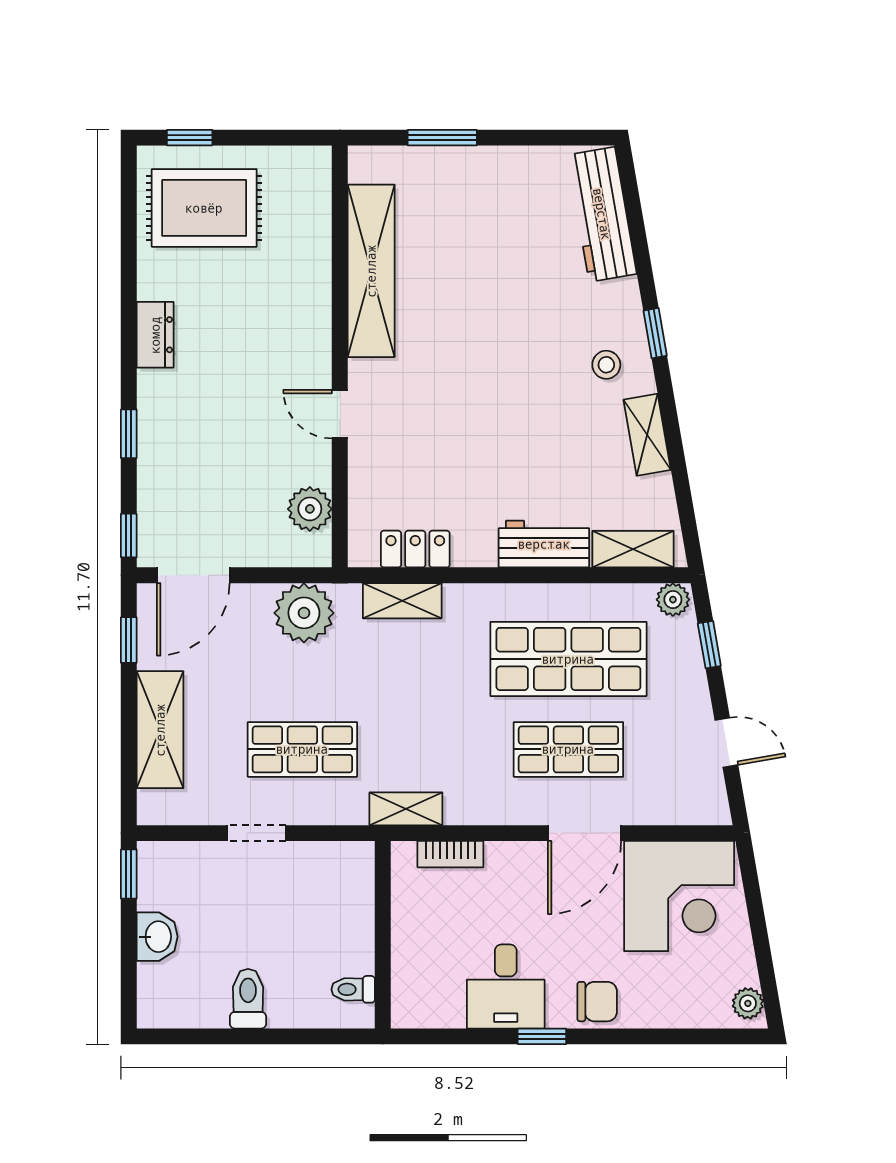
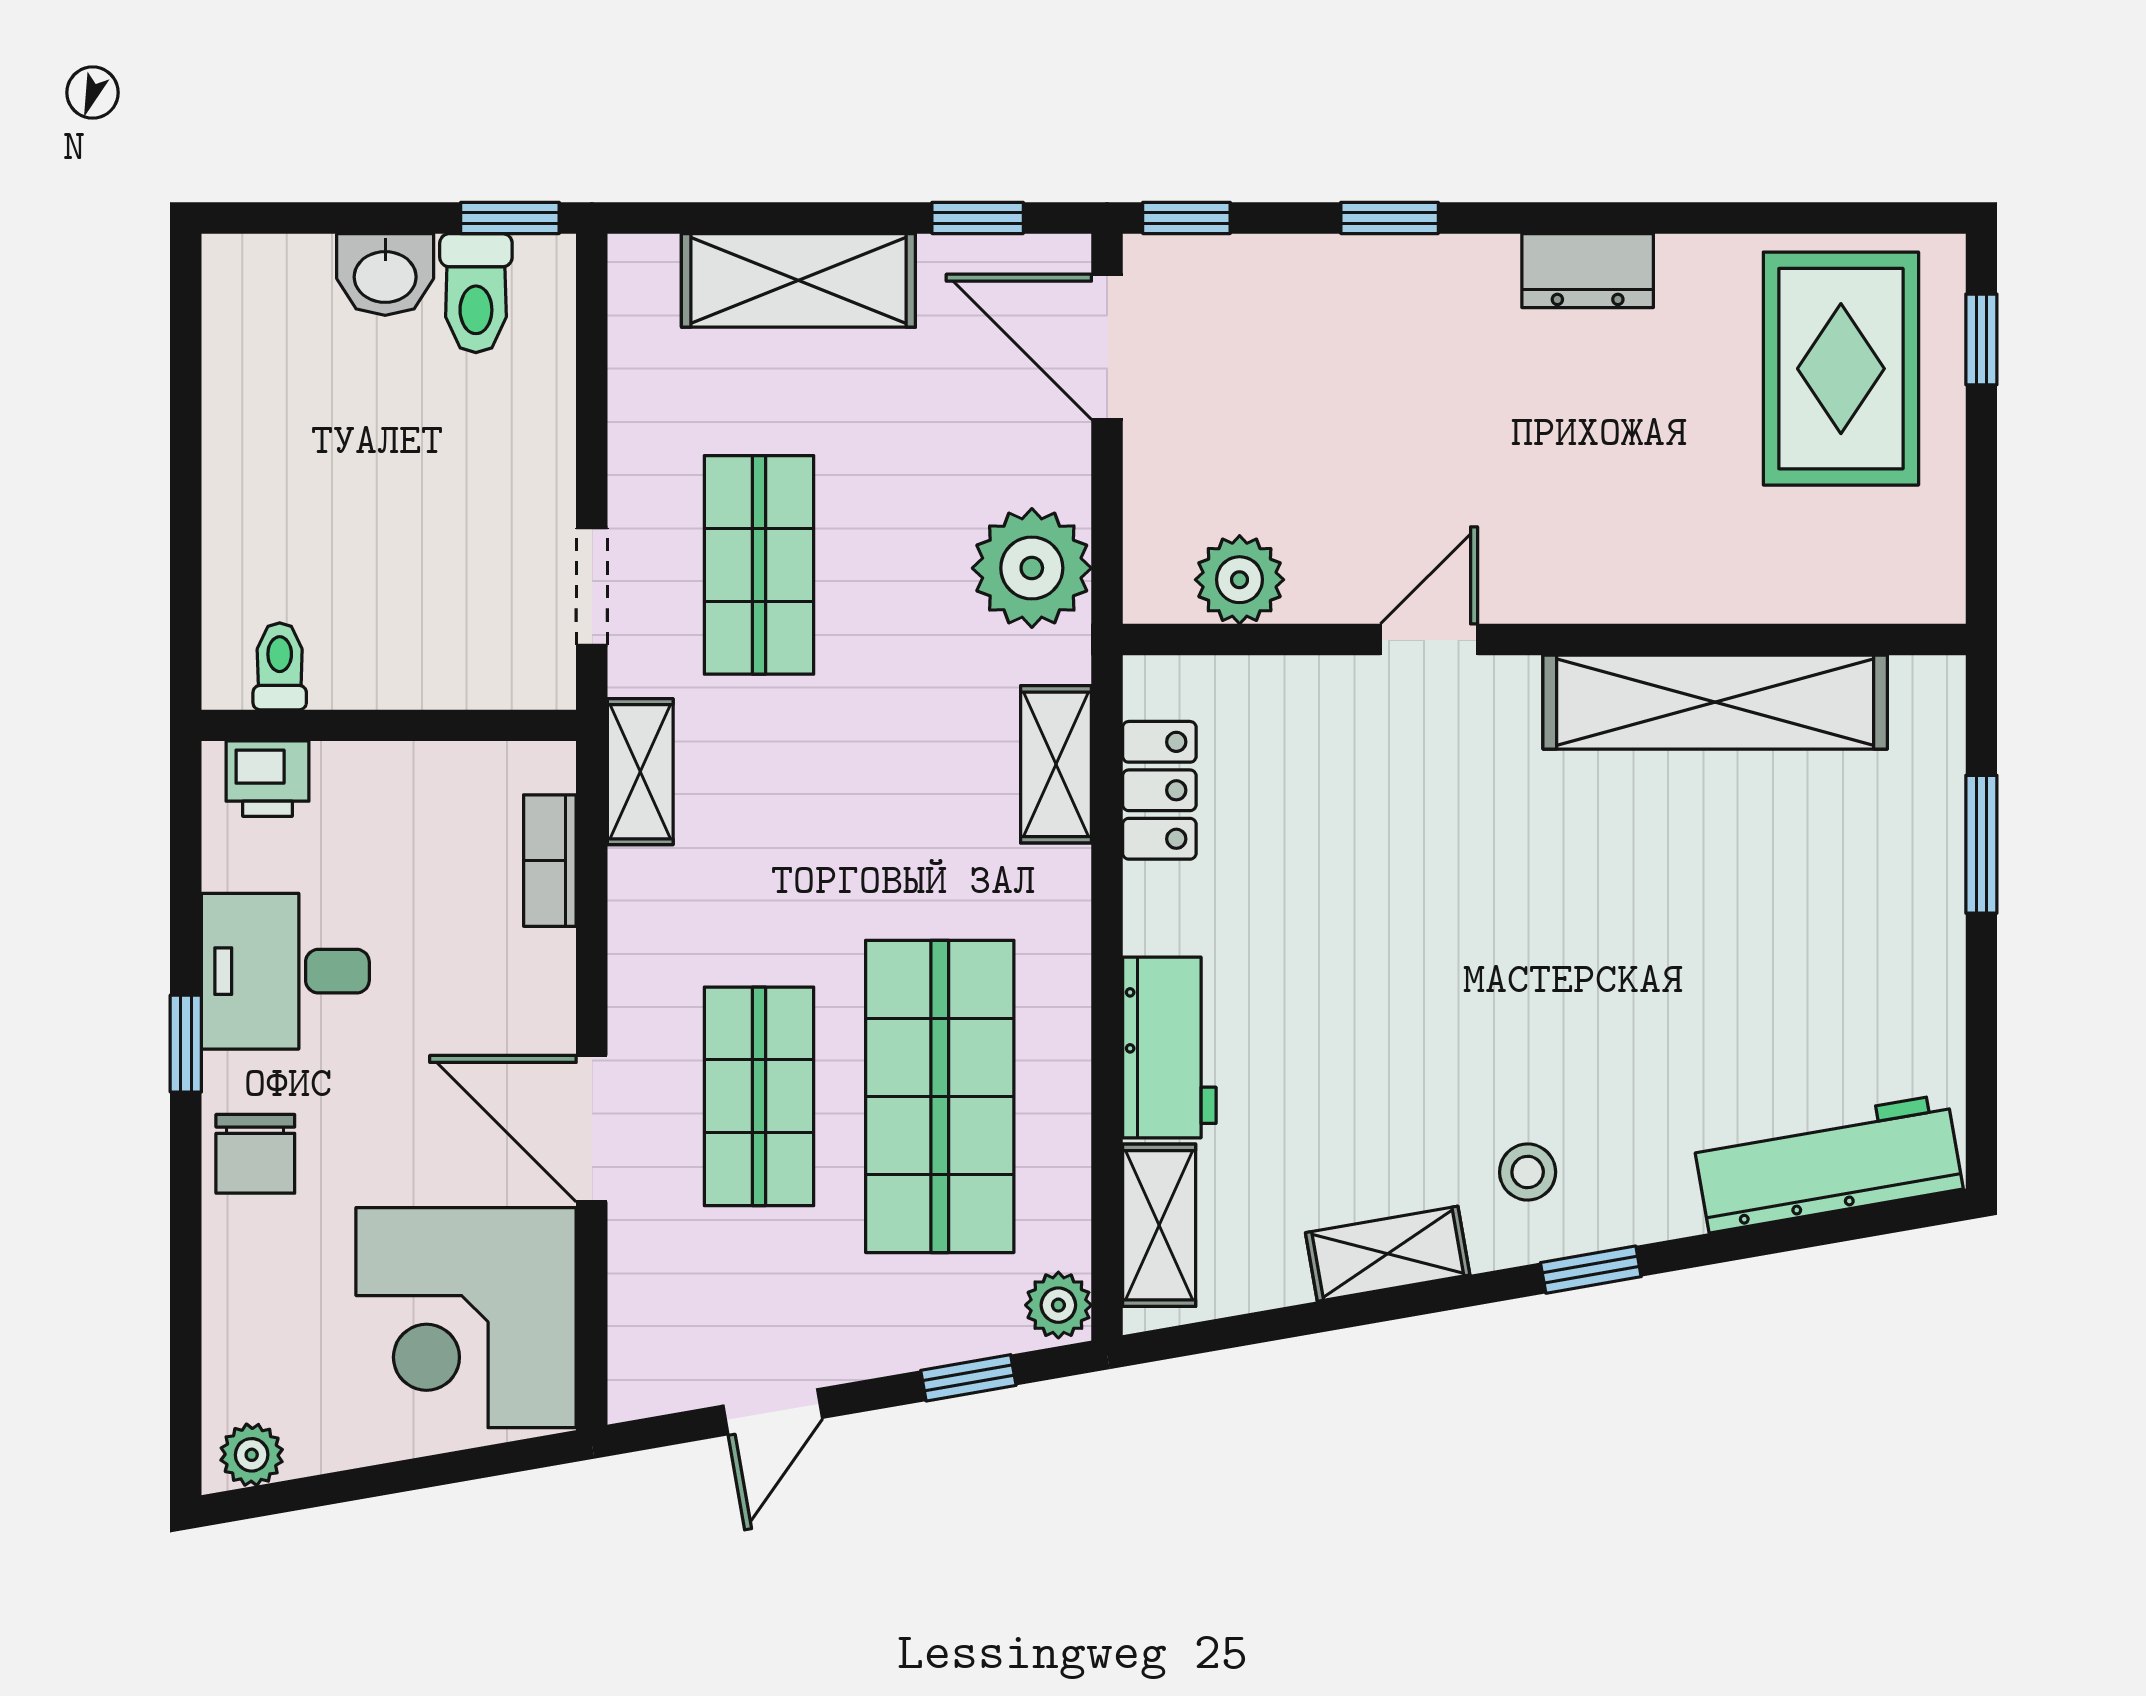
doorway: (256, 833) -> (592, 586), moved
printer: (409, 995) -> (268, 779), added
toilet: (248, 999) -> (476, 293), moved, turned 90

